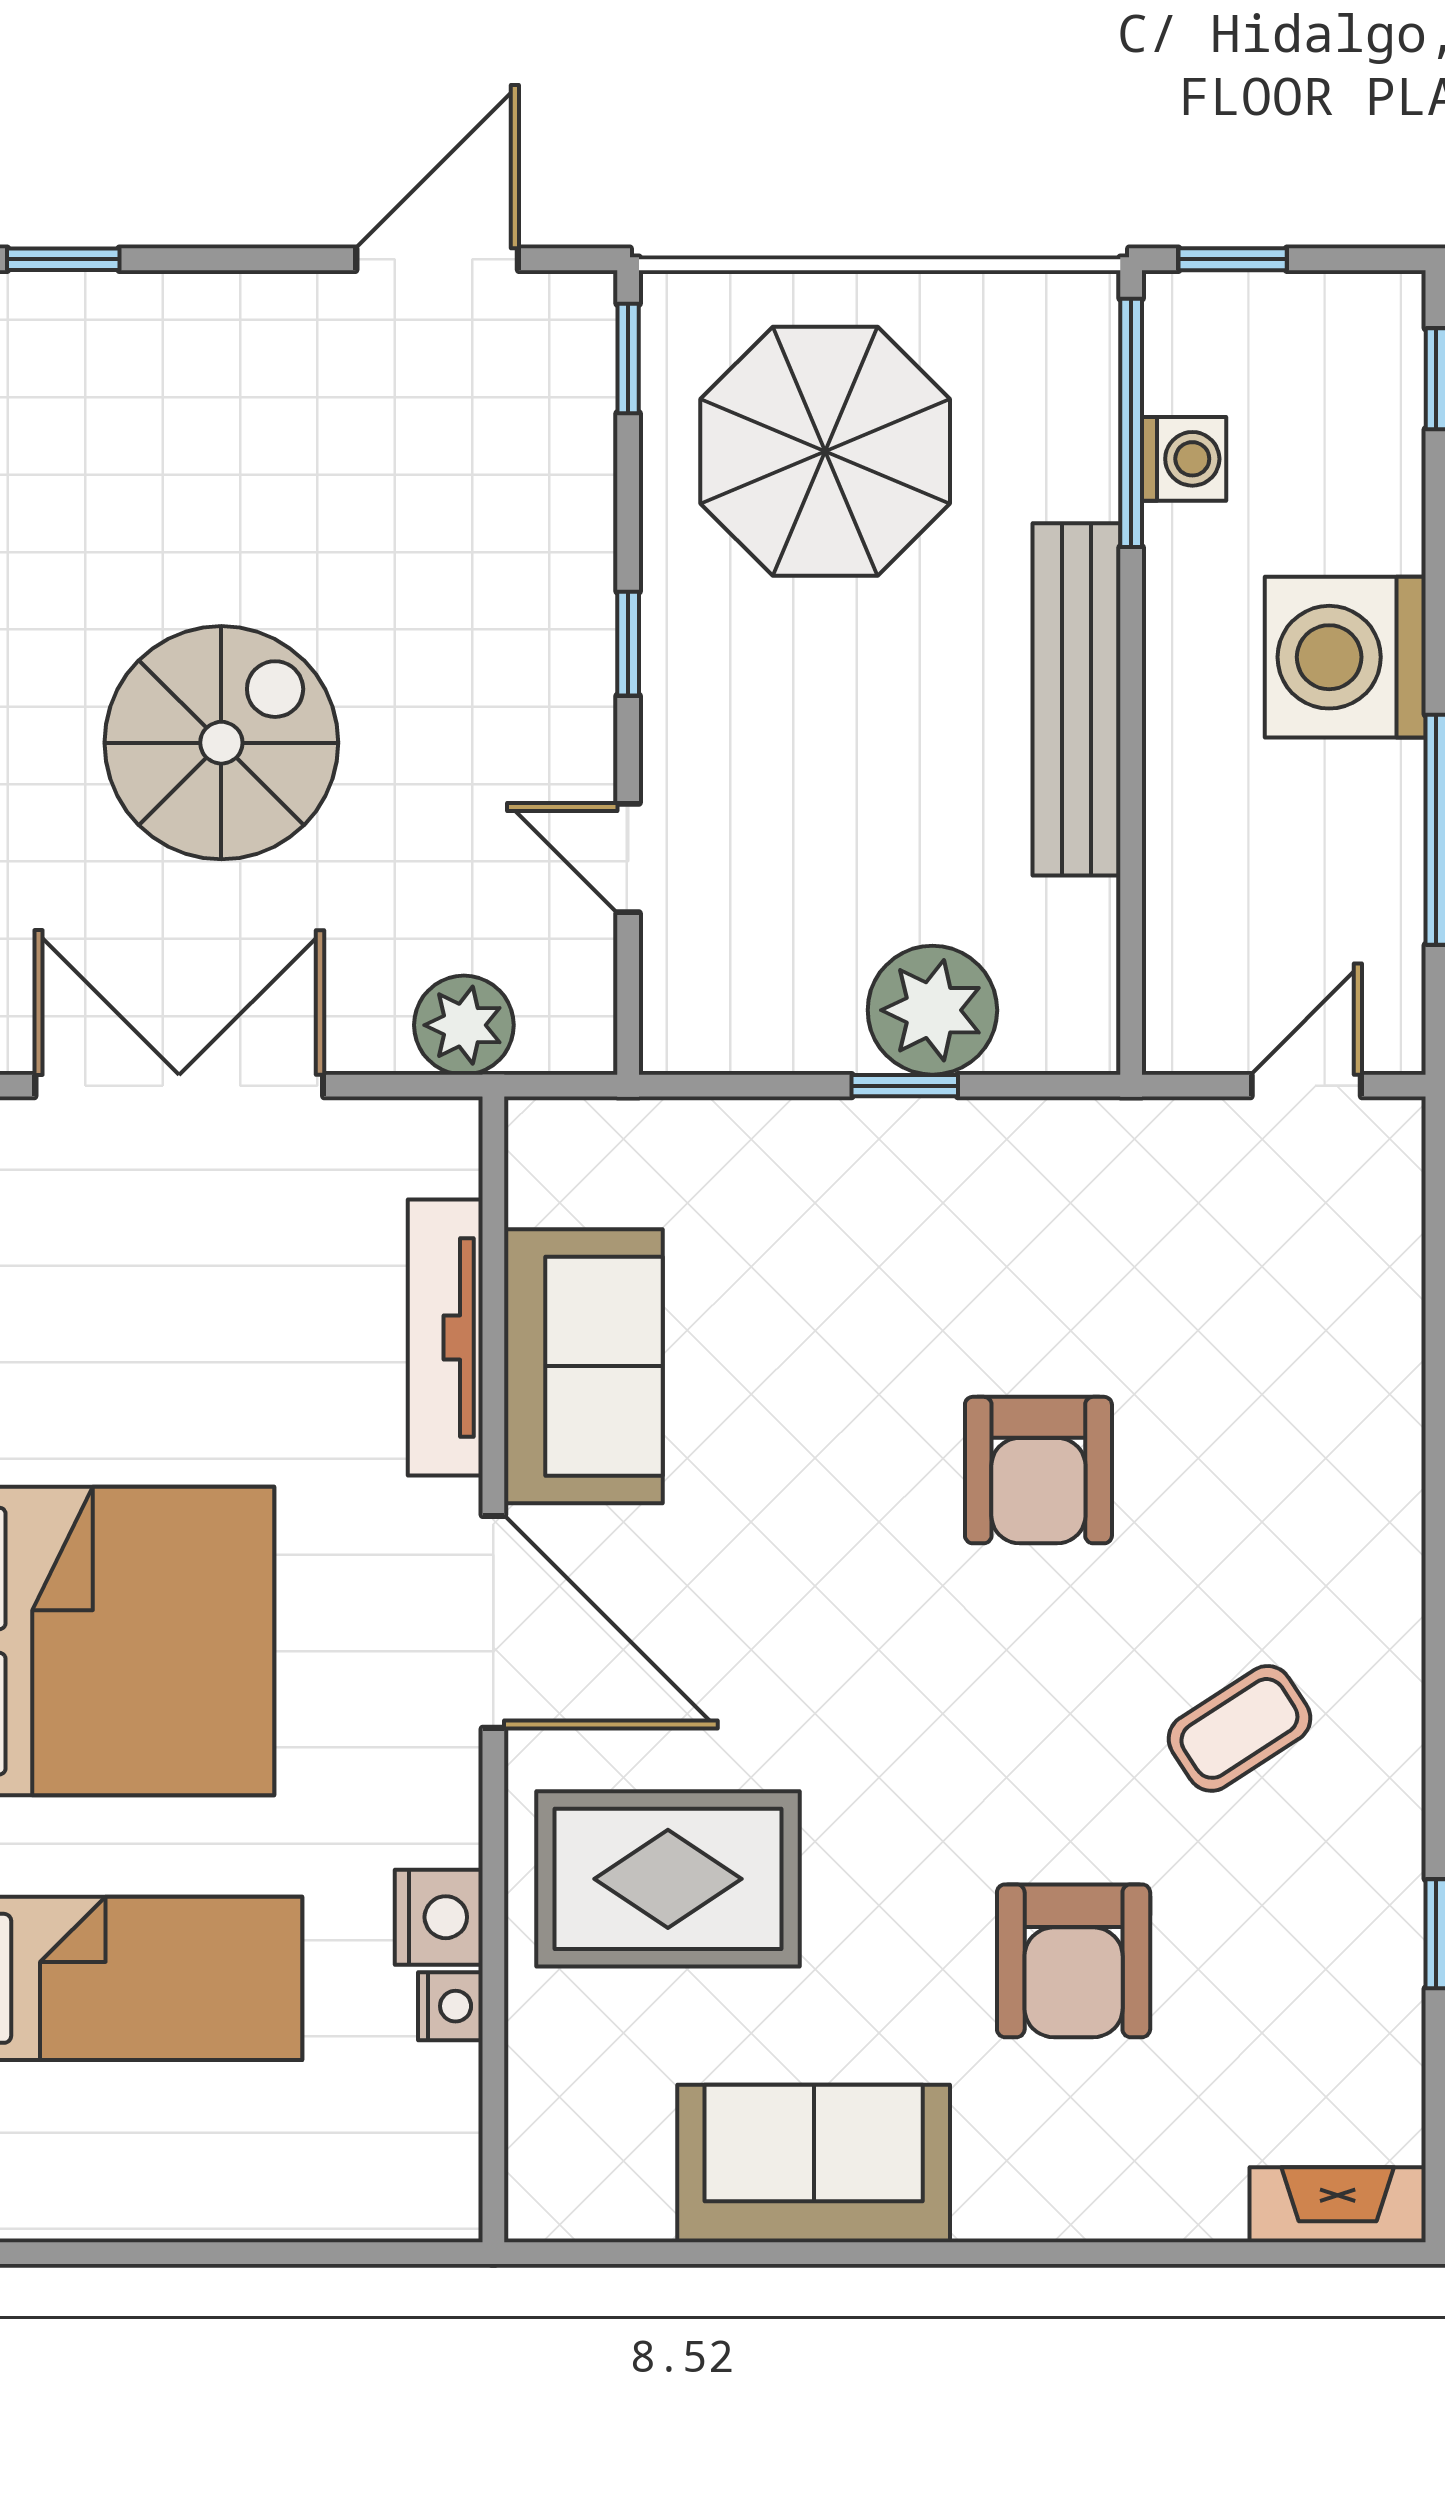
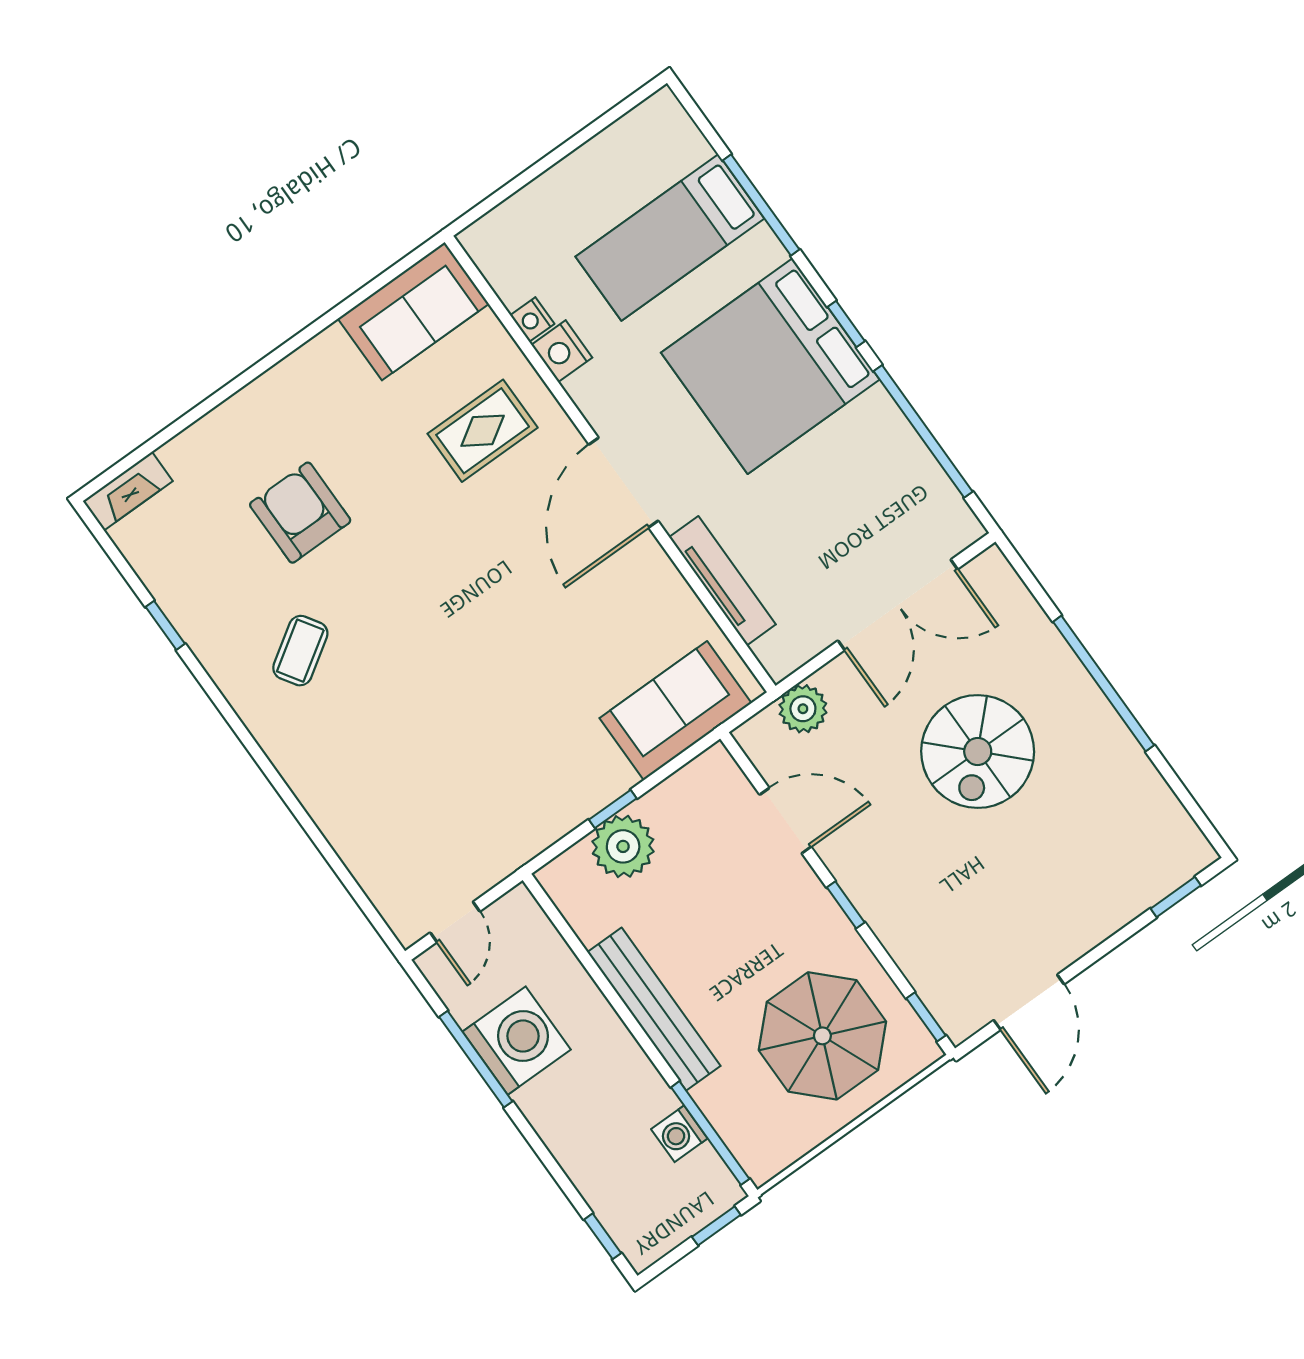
washing machine: (1345, 657) -> (517, 1041), moved
door: (628, 858) -> (785, 821), width x1.38
sofa: (583, 1366) -> (675, 711), moved, turned 90
armchair: (1038, 1470) -> (452, 696), removed
door: (493, 1622) -> (624, 483), hinge flipped
rug: (668, 1879) -> (483, 431), width x0.73, depth x0.70
sofa: (814, 2164) -> (413, 311), moved

